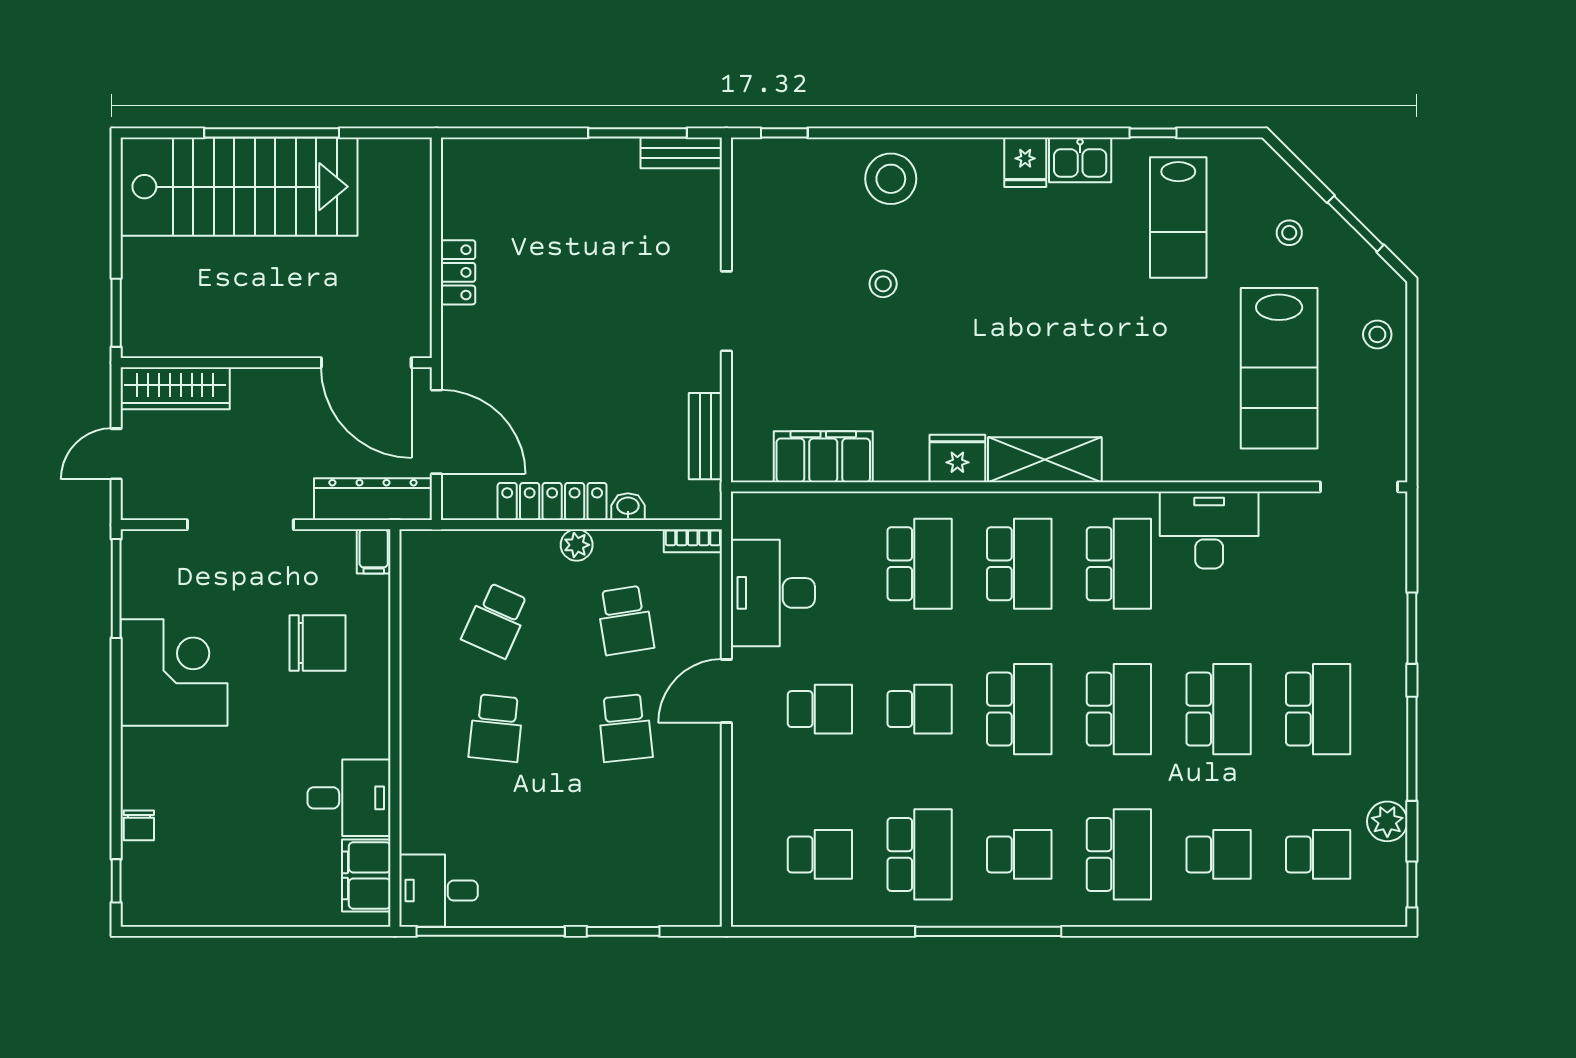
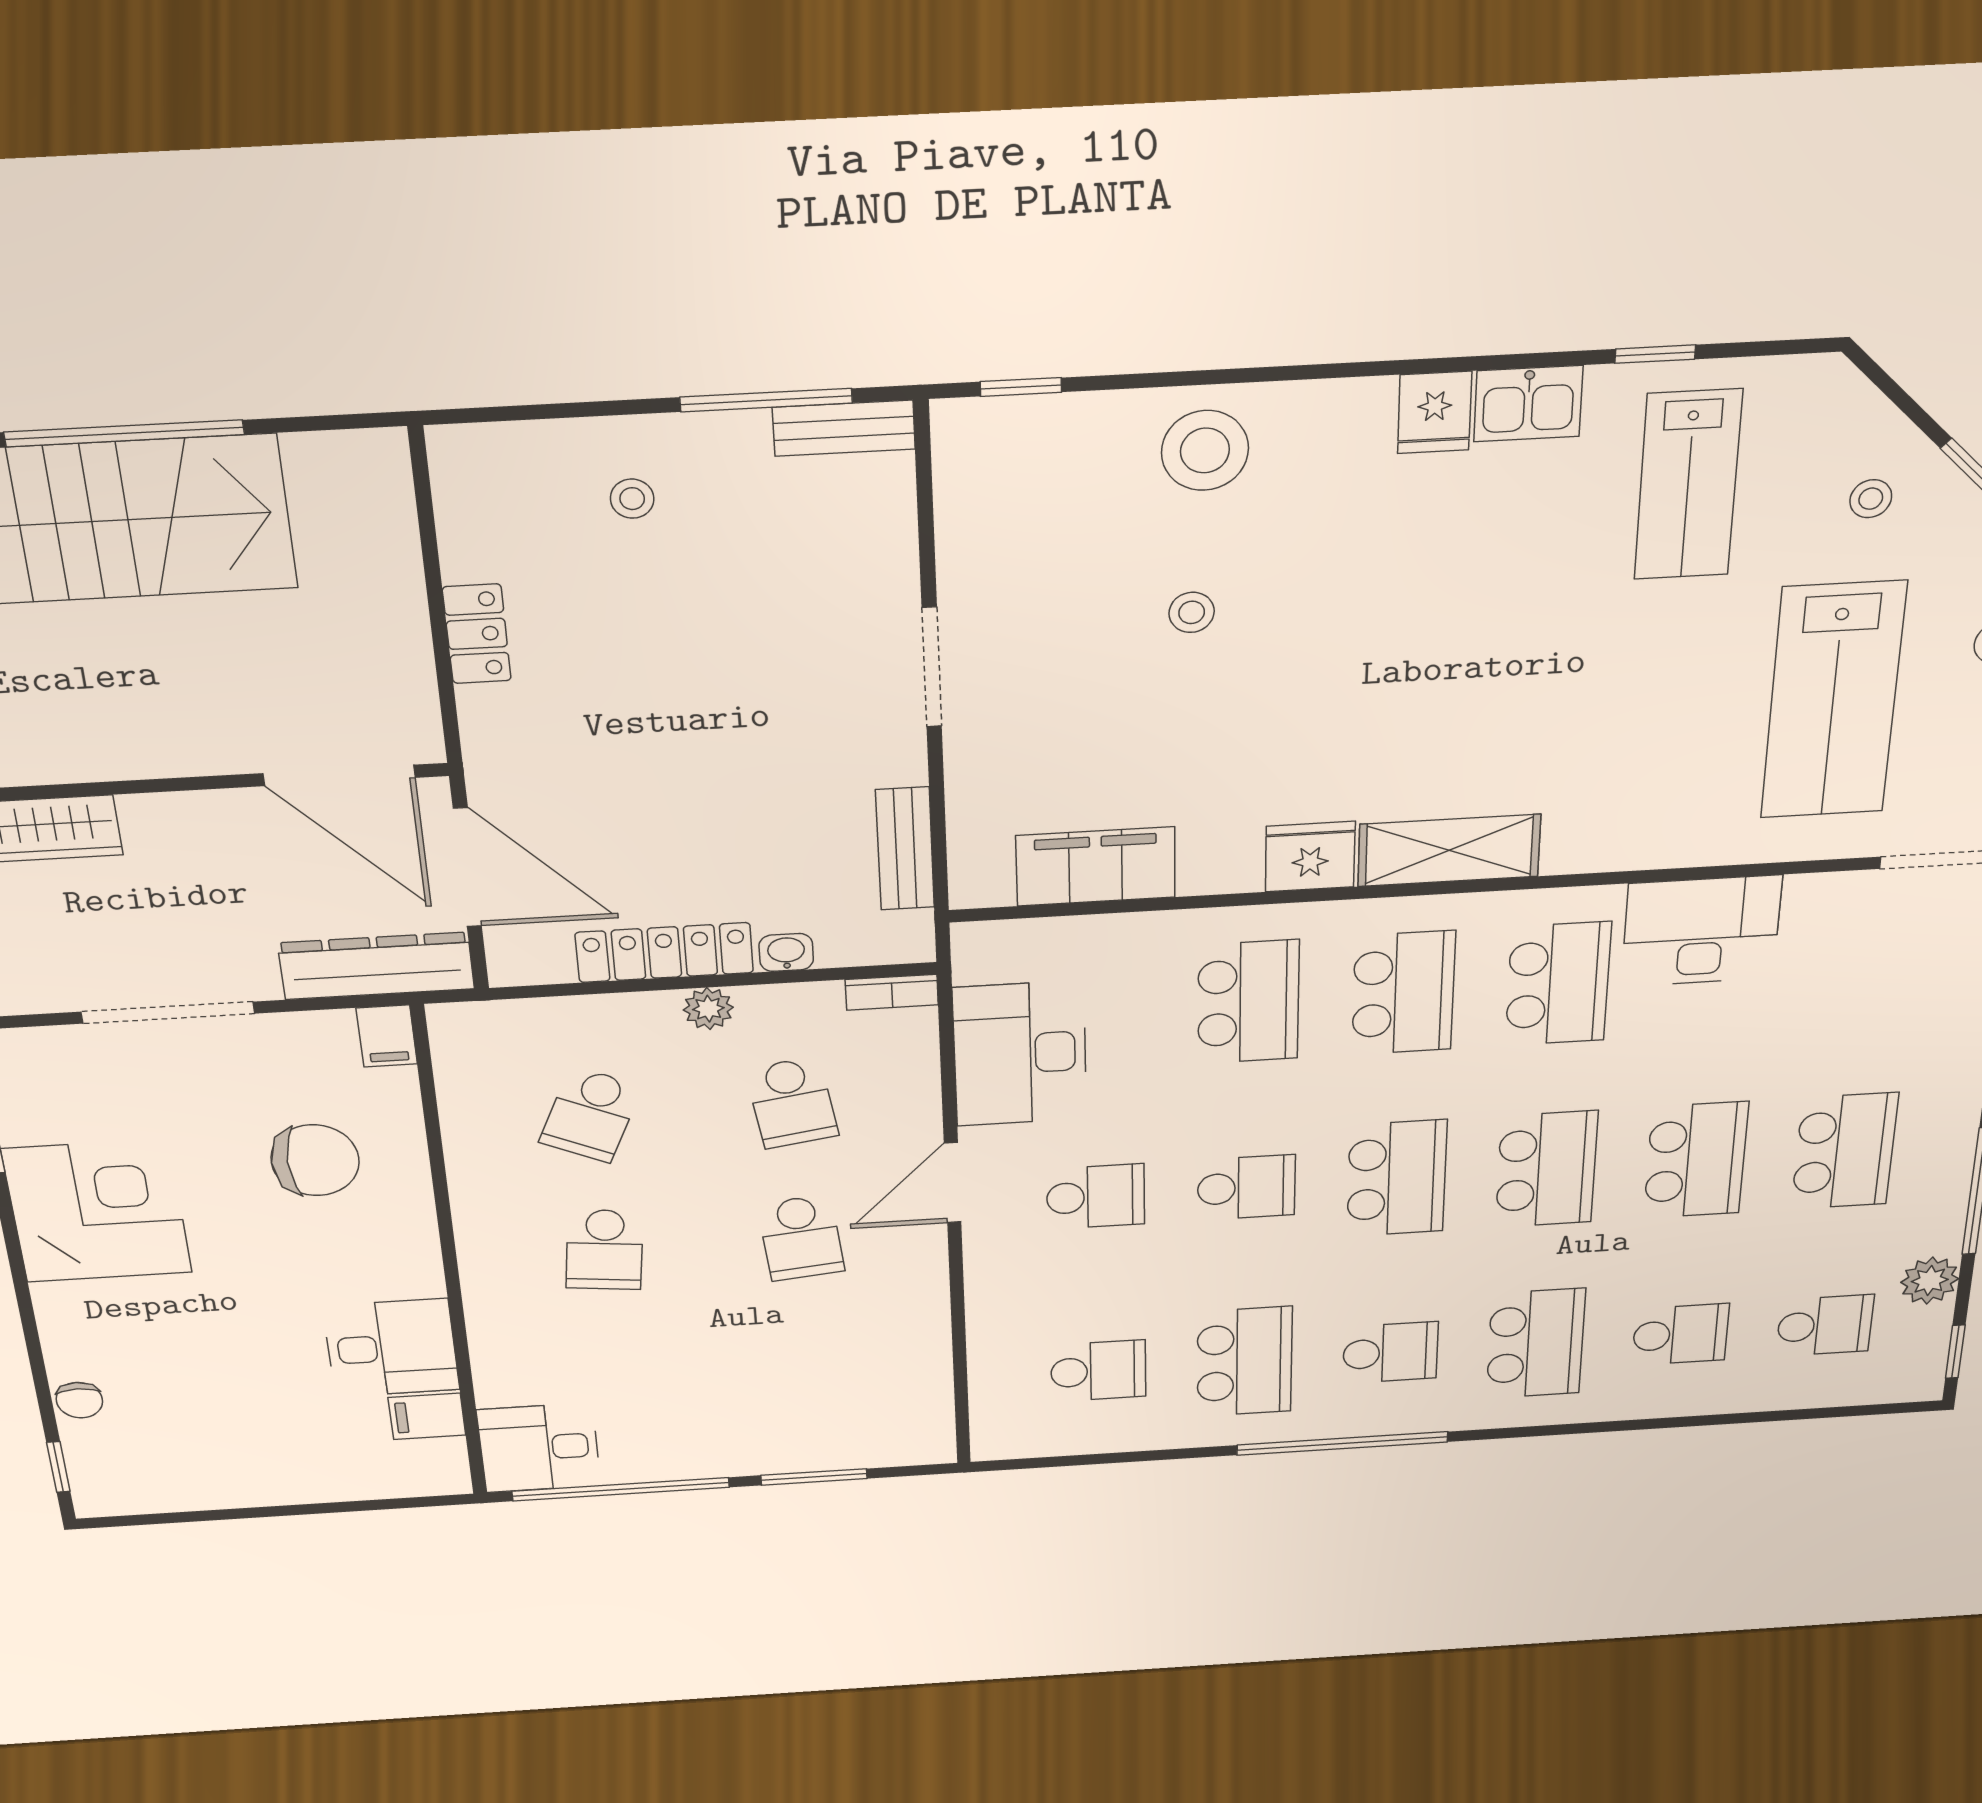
stool: (556, 190) -> (632, 499), added
filing cabinet: (366, 875) -> (427, 1416), width x0.50

